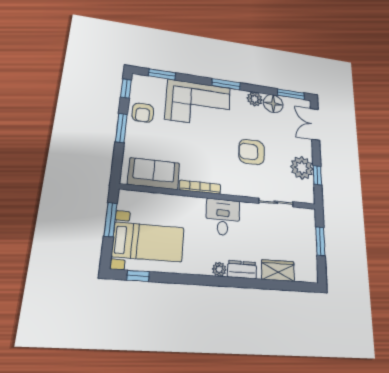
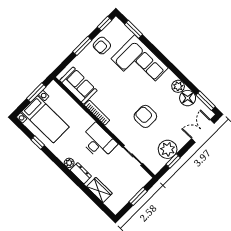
window: (226, 84) -> (168, 64), removed
desk: (223, 217) -> (98, 142), width x1.37
window: (138, 276) -> (38, 143), moved

